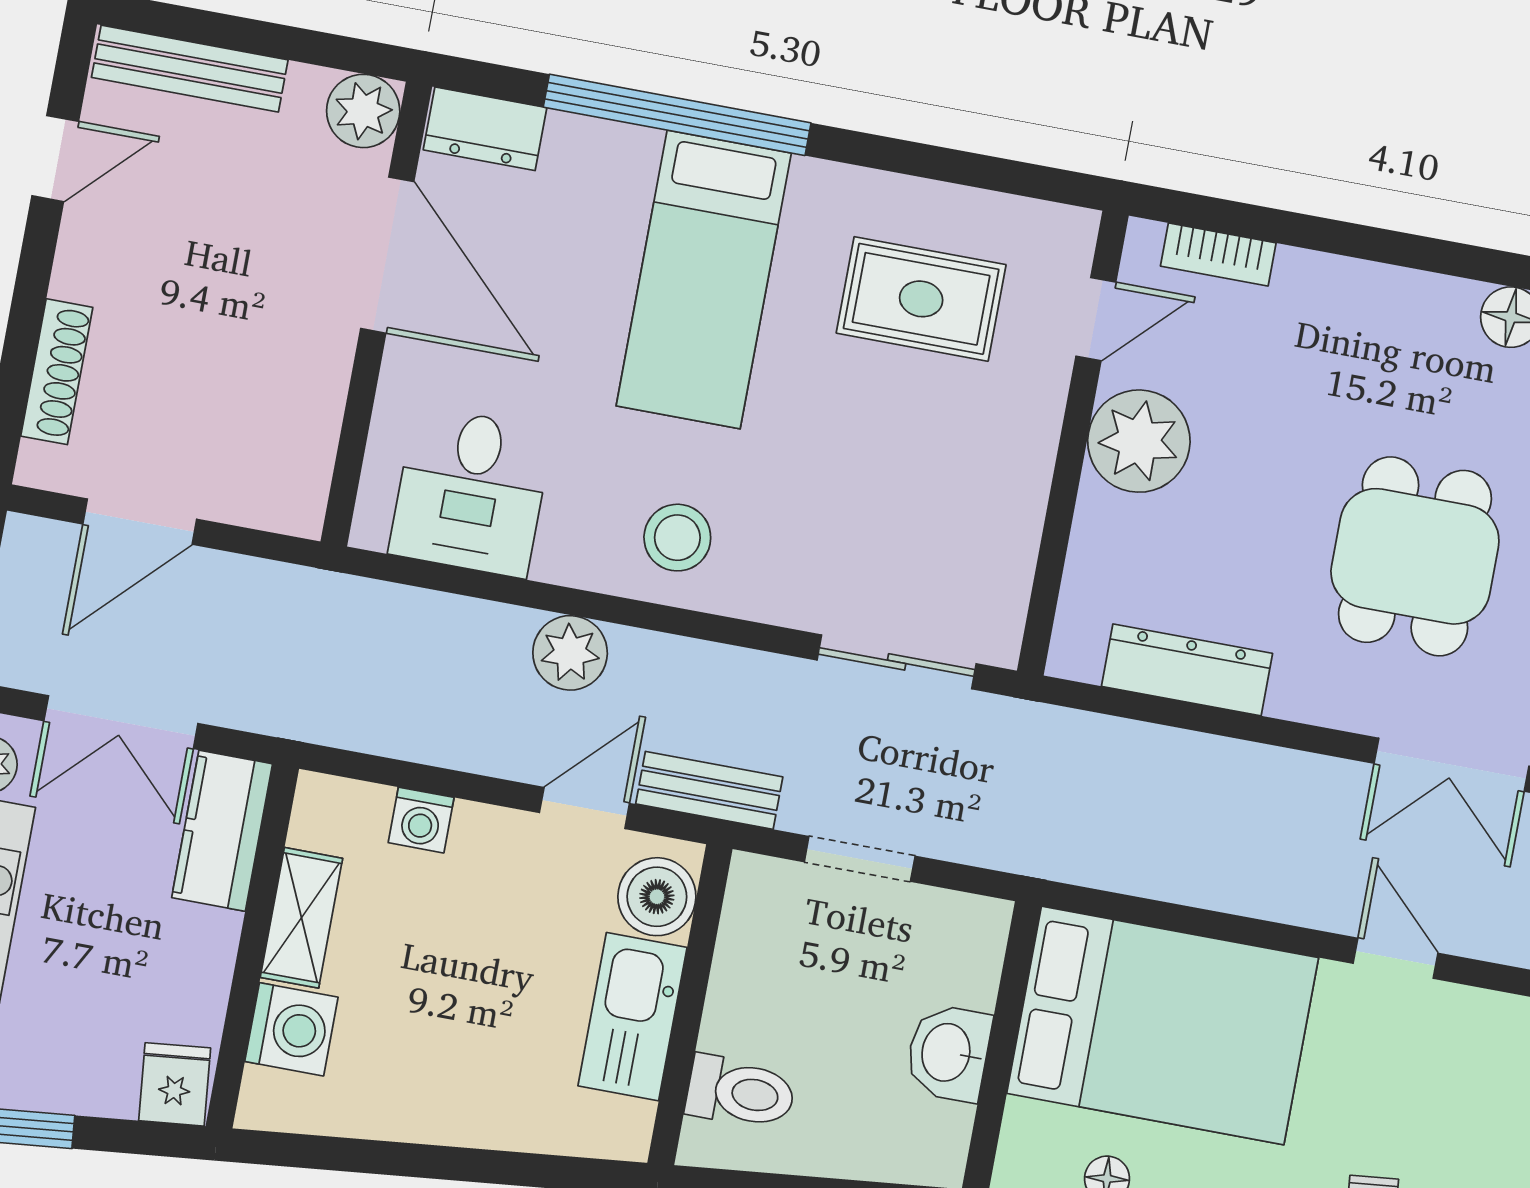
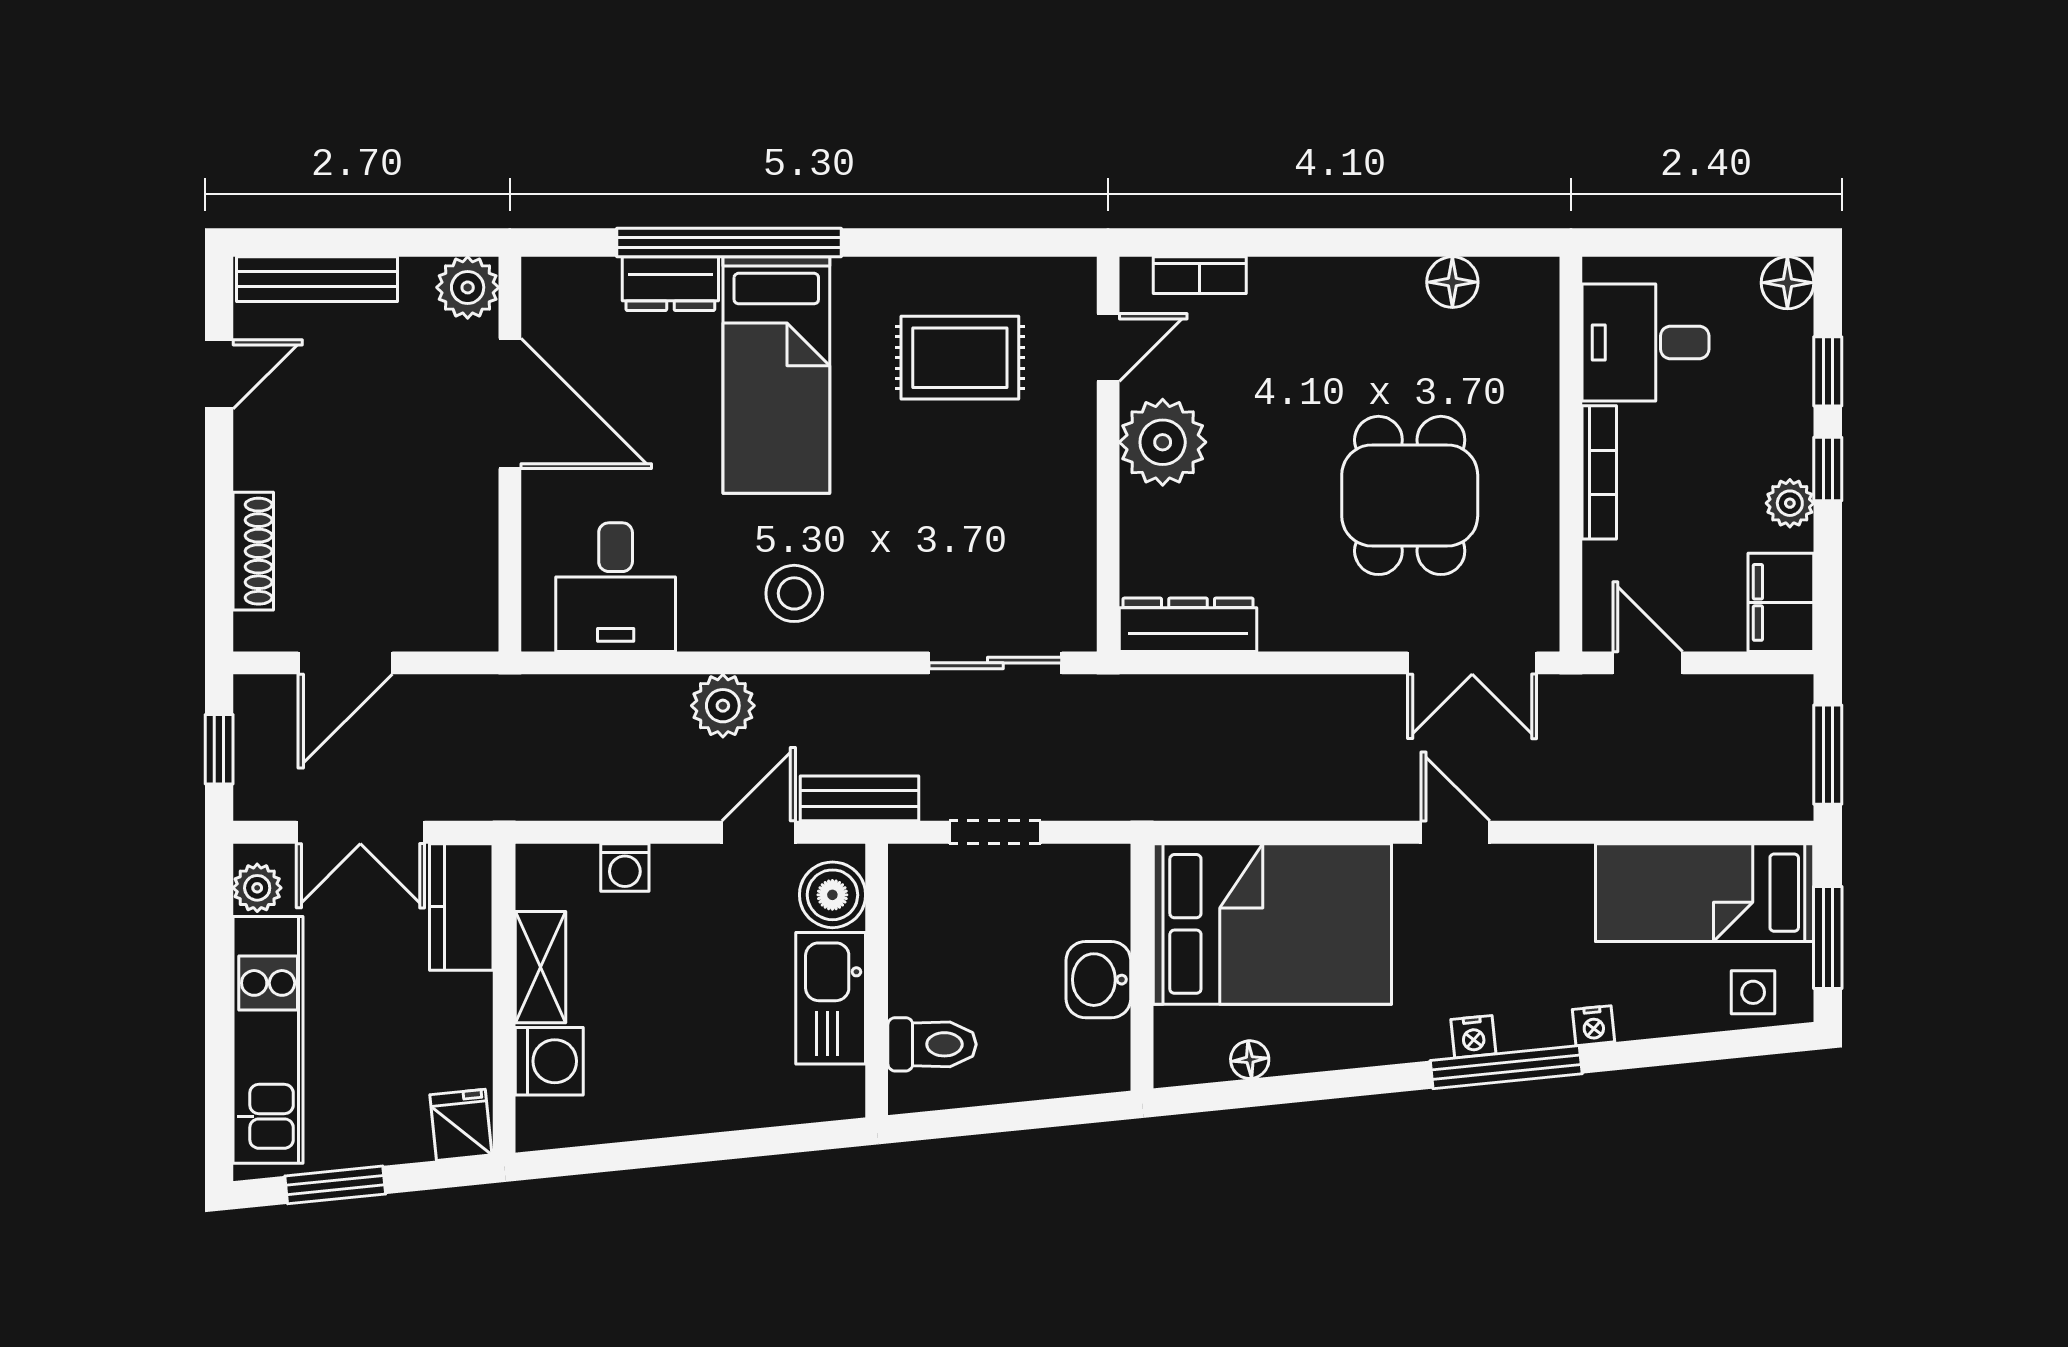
dresser: (485, 129) -> (670, 284), moved
dresser: (1187, 670) -> (1188, 625), moved

